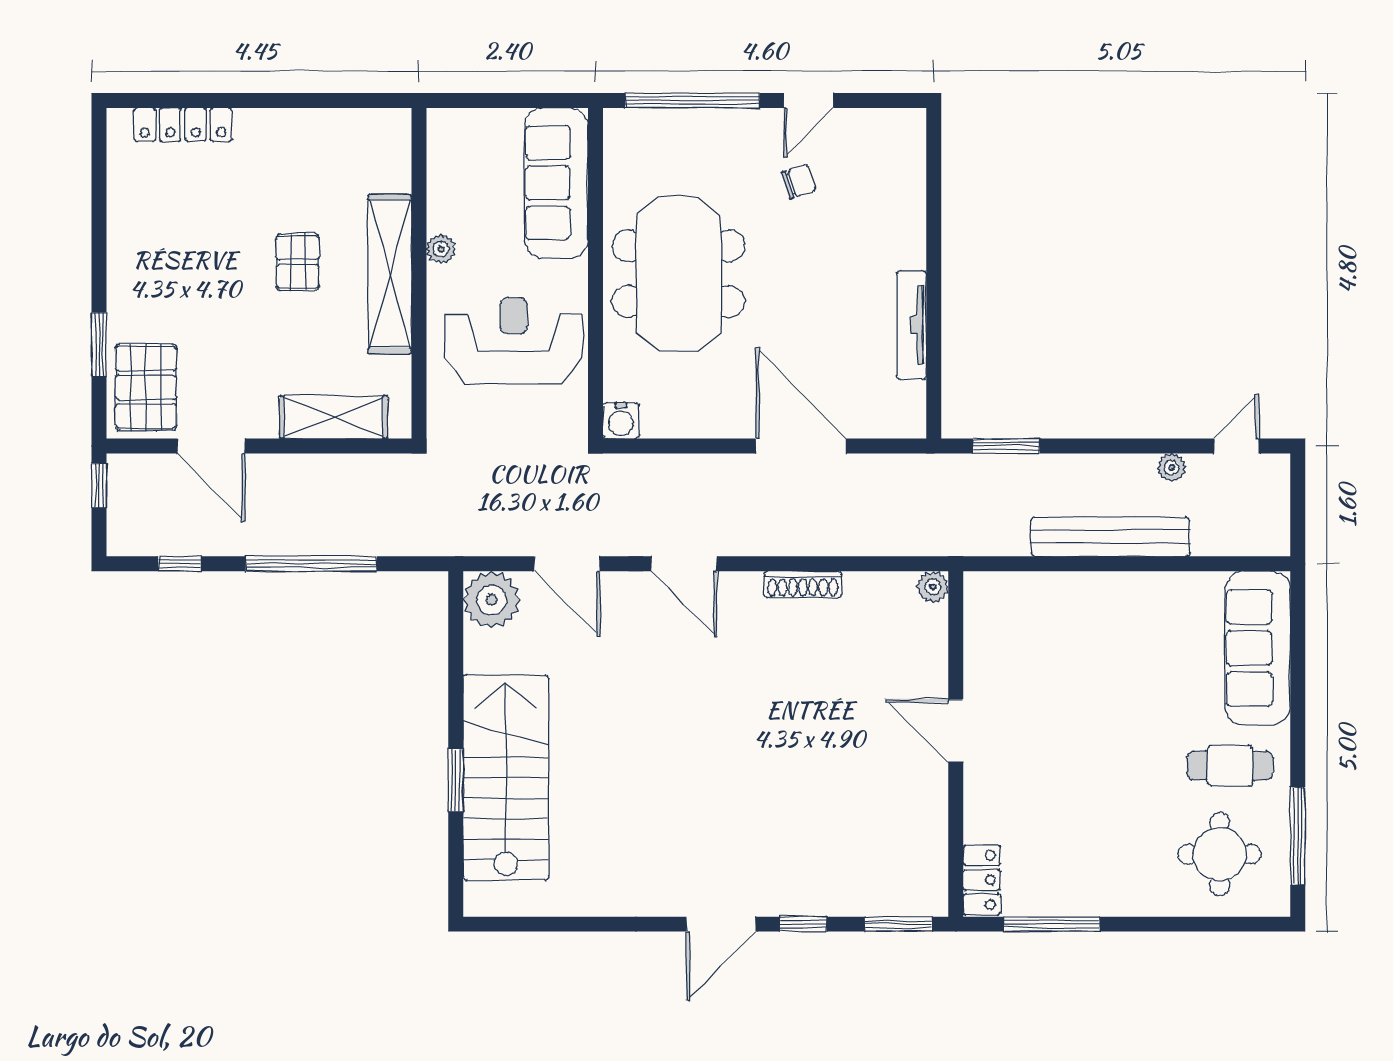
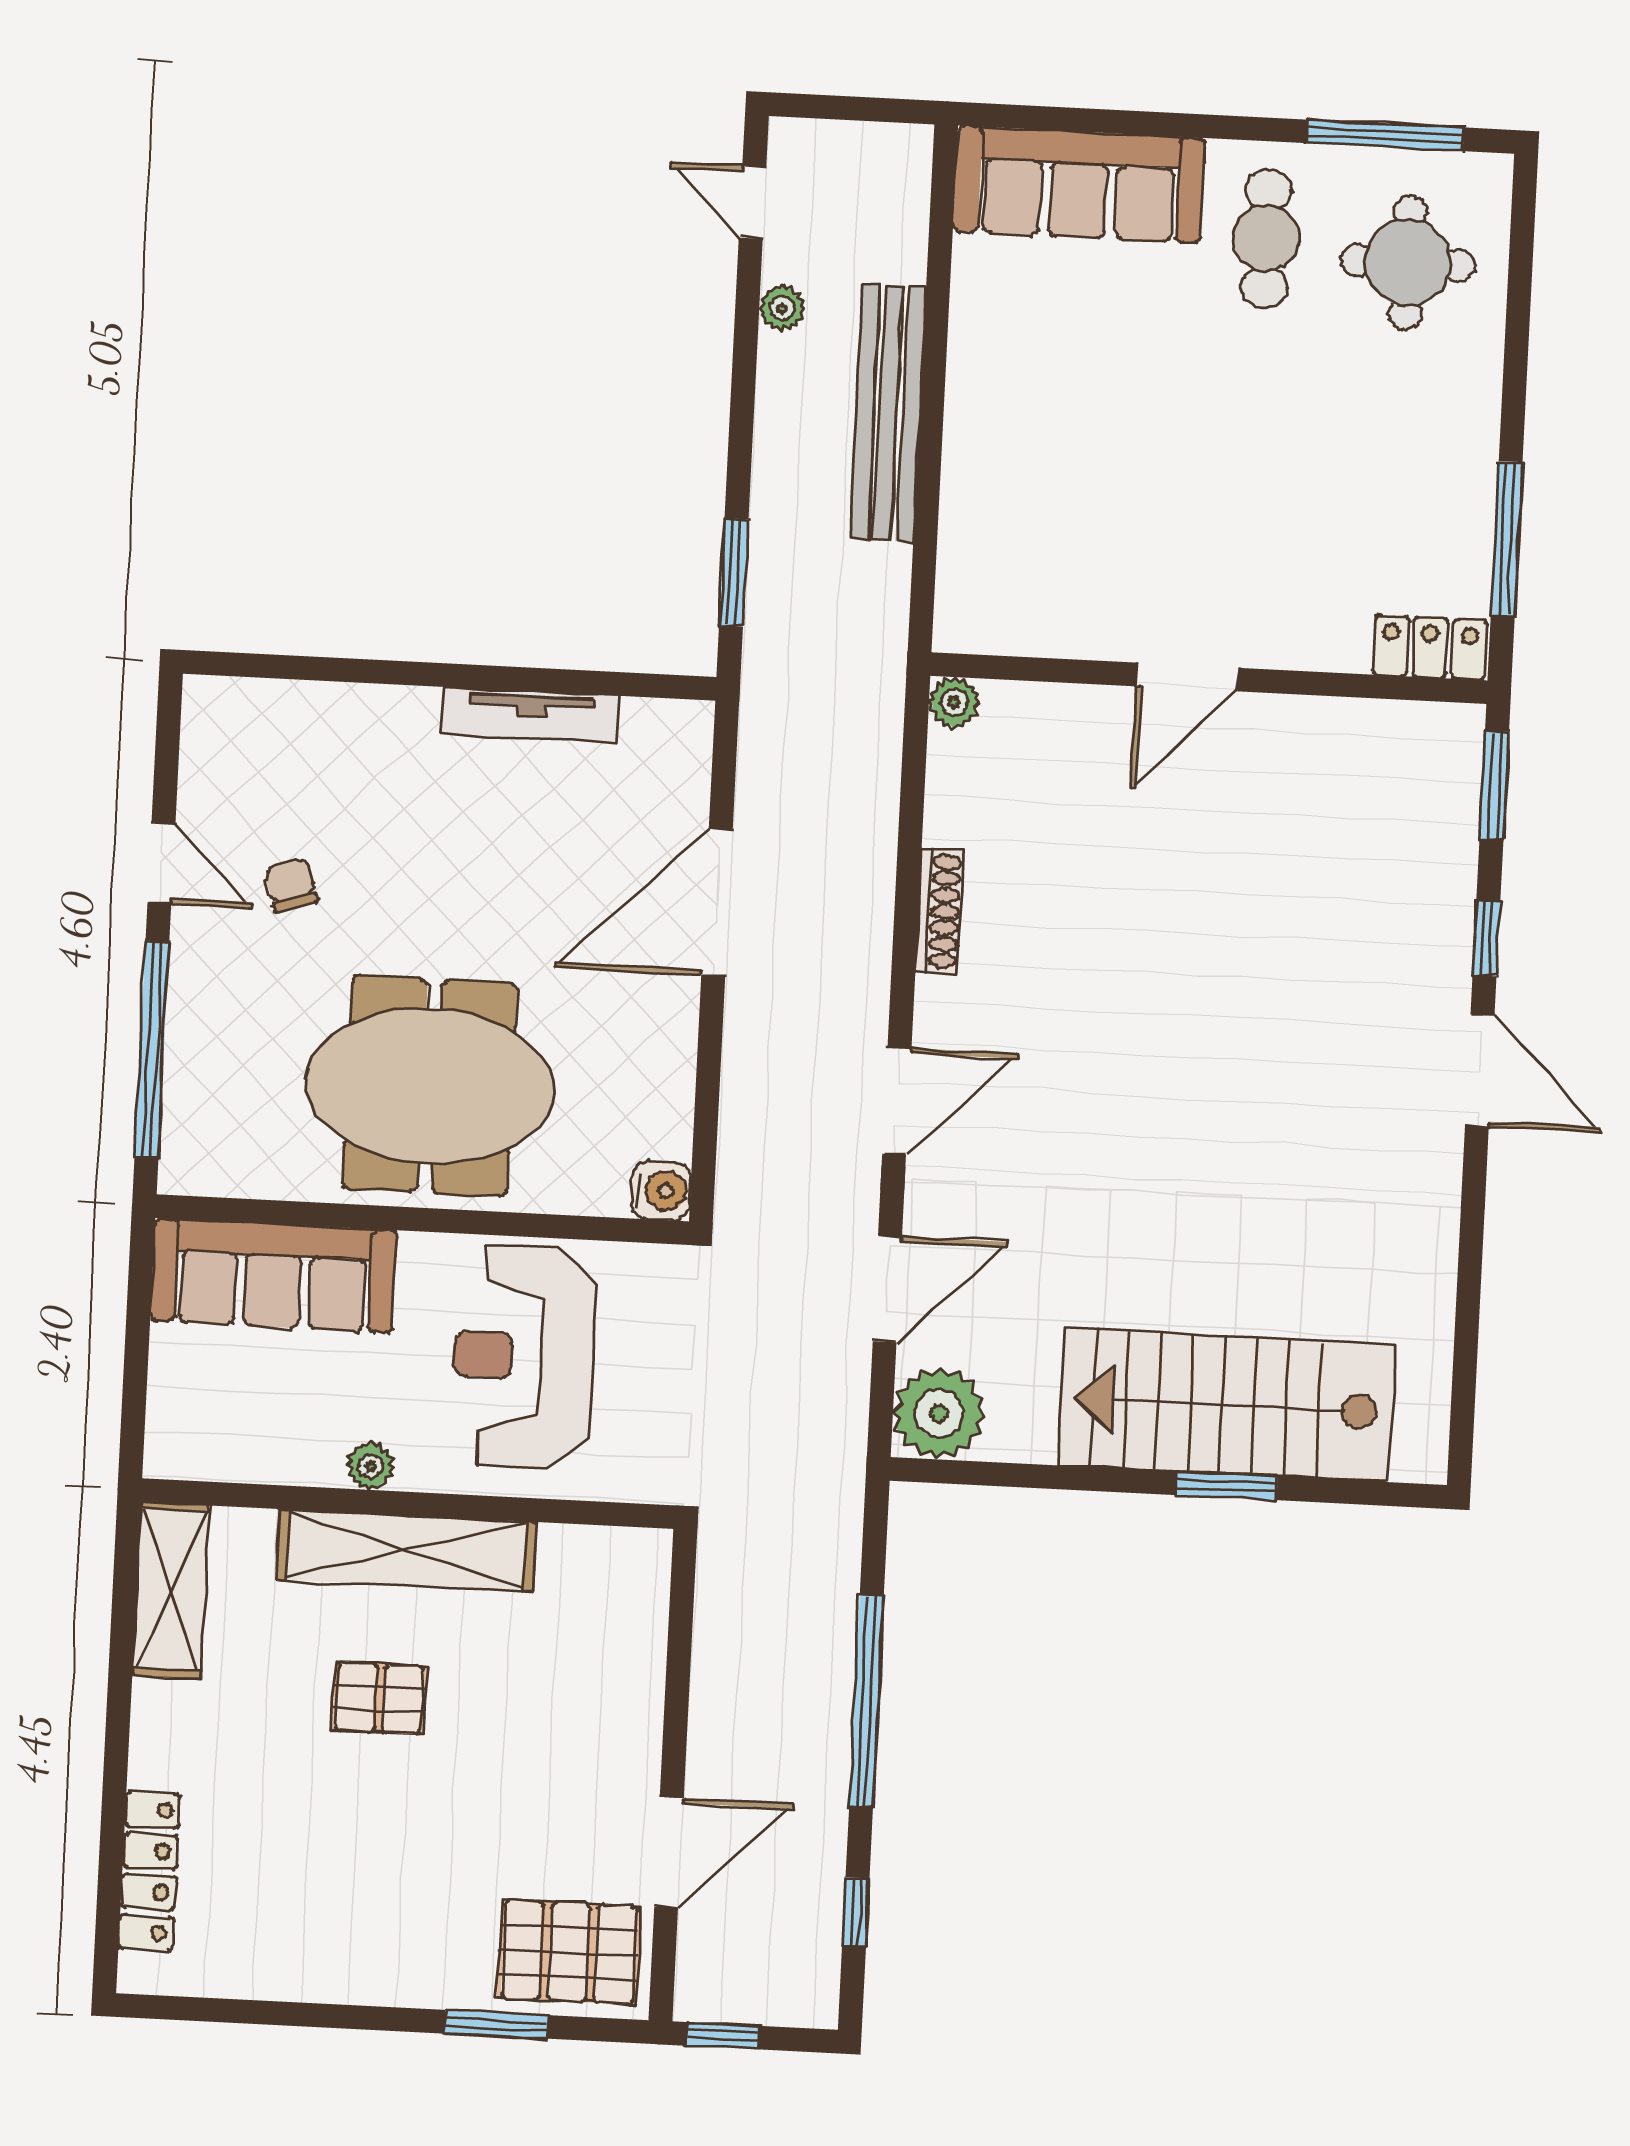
shelving: (333, 417) -> (171, 1590), moved

